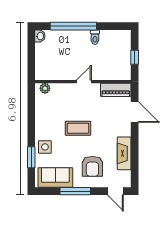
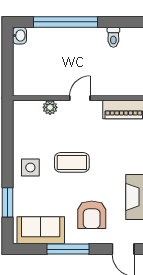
toilet: (95, 37) -> (113, 37), moved
plant: (45, 88) -> (50, 107), moved
side table: (45, 147) -> (30, 168), moved

